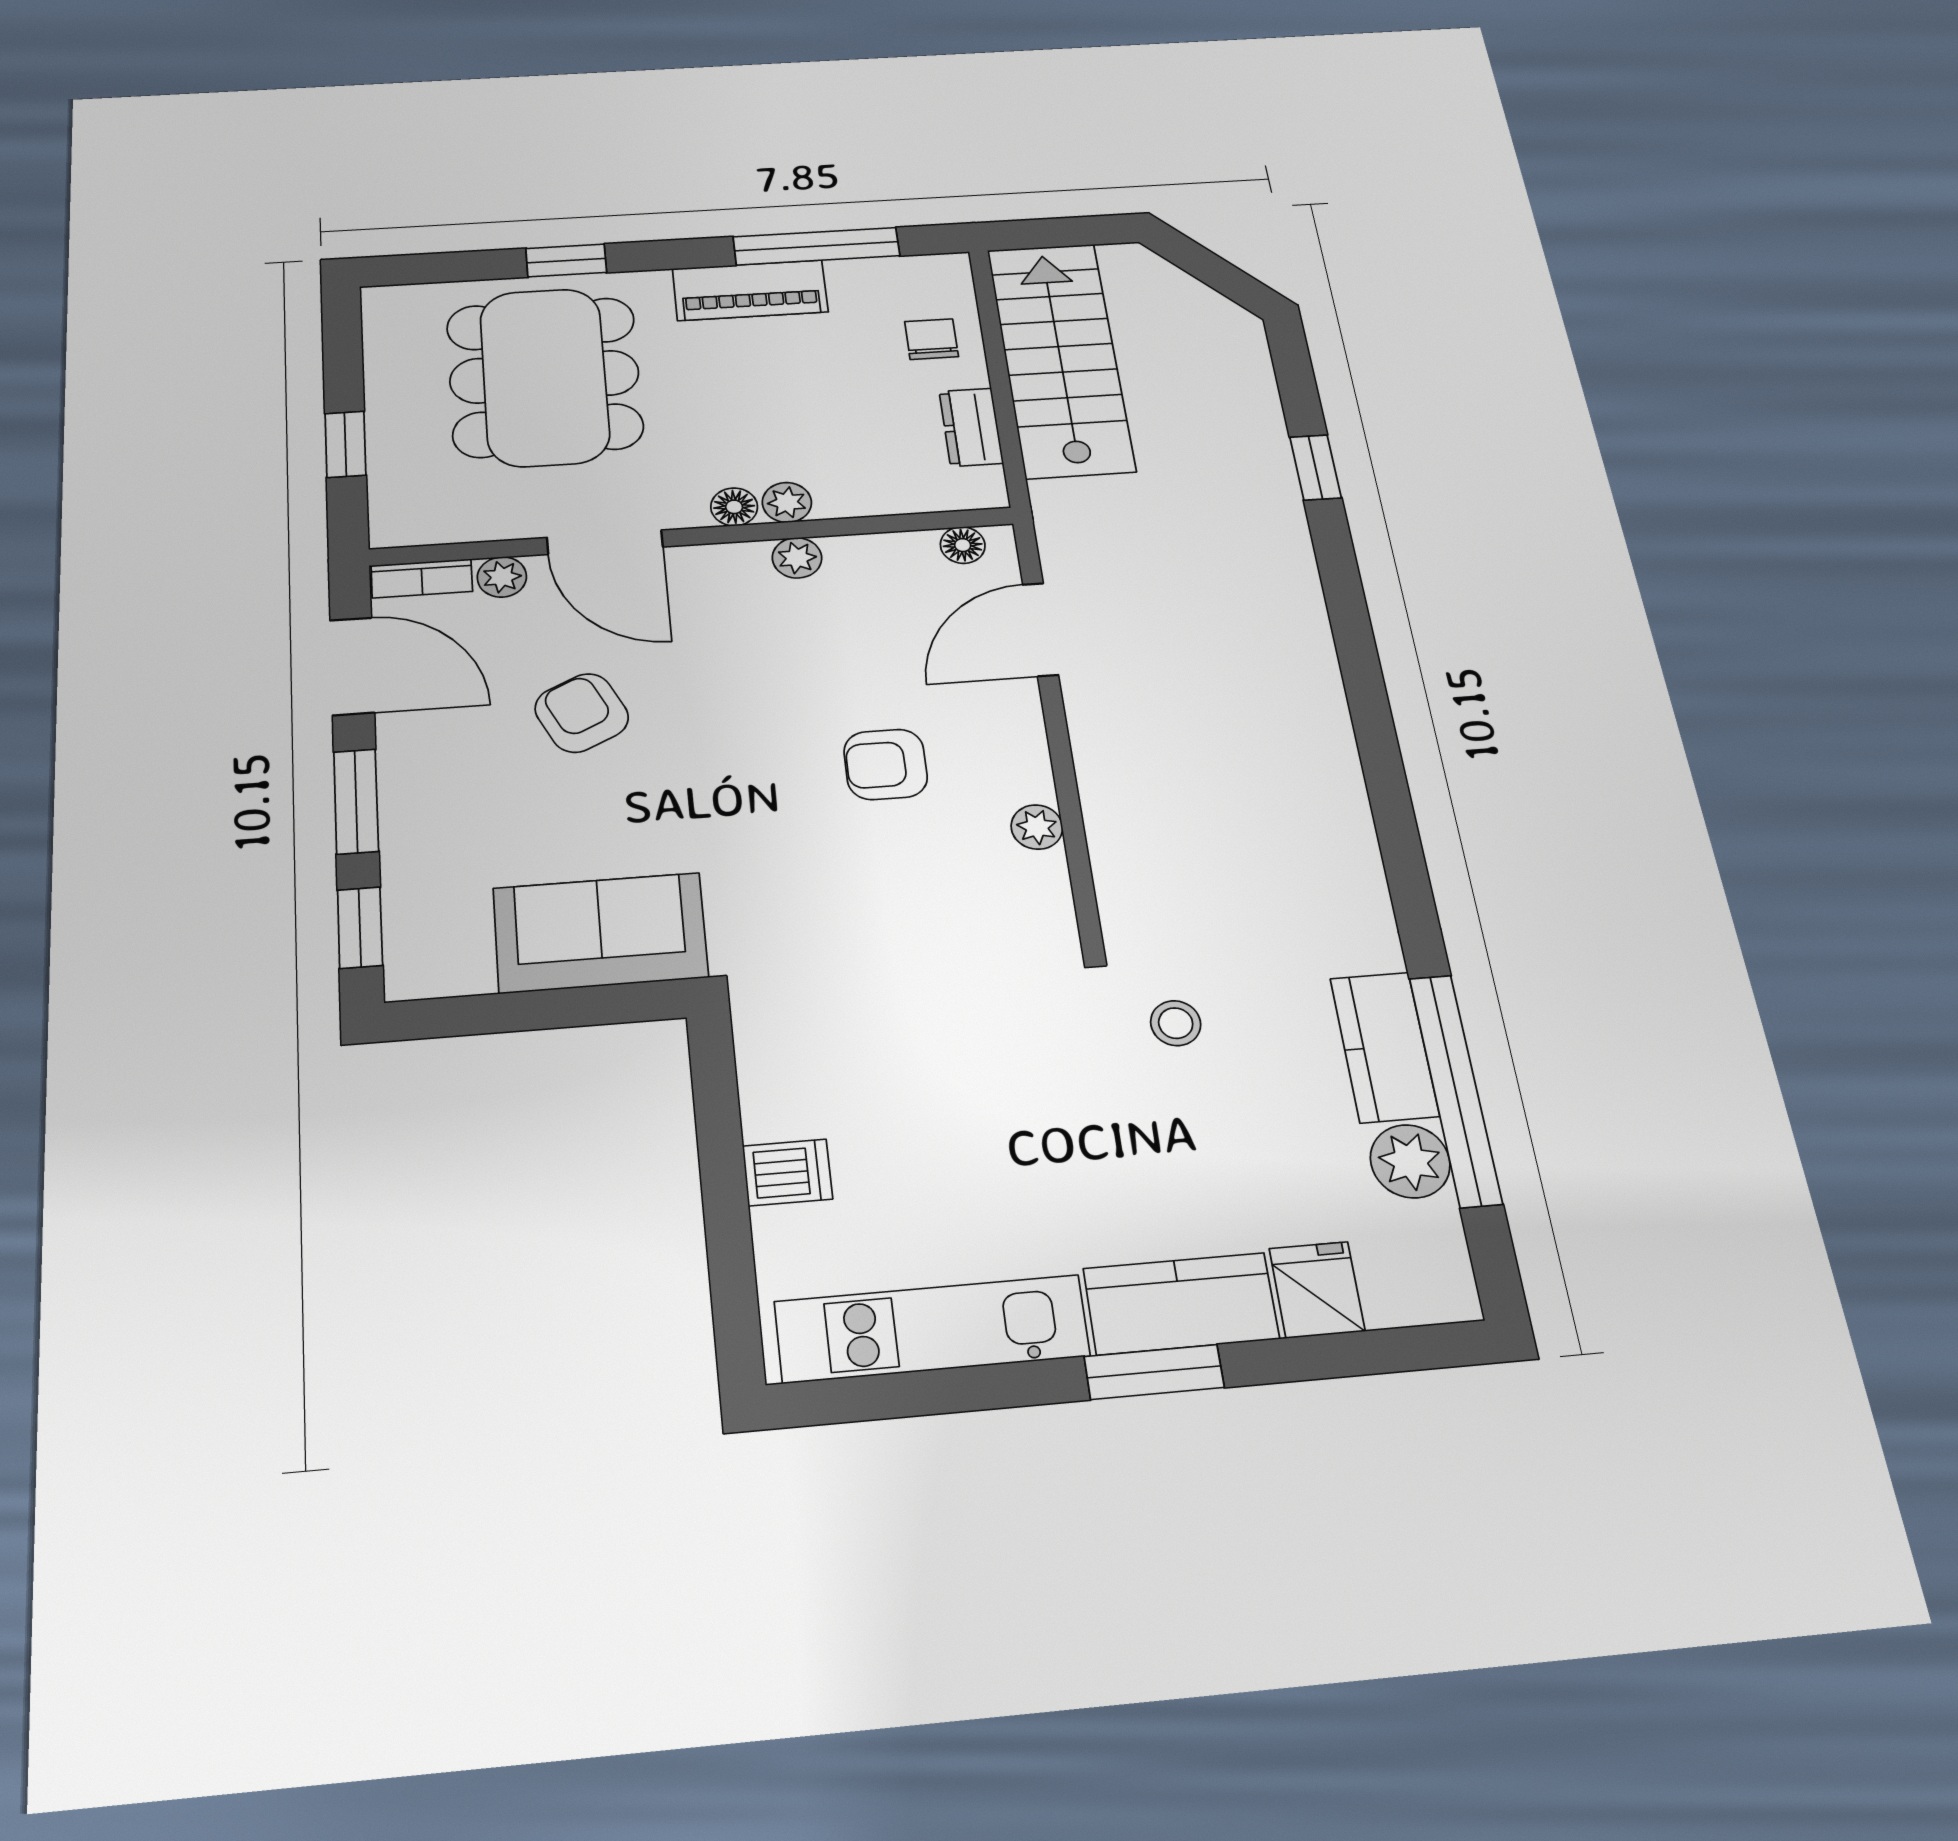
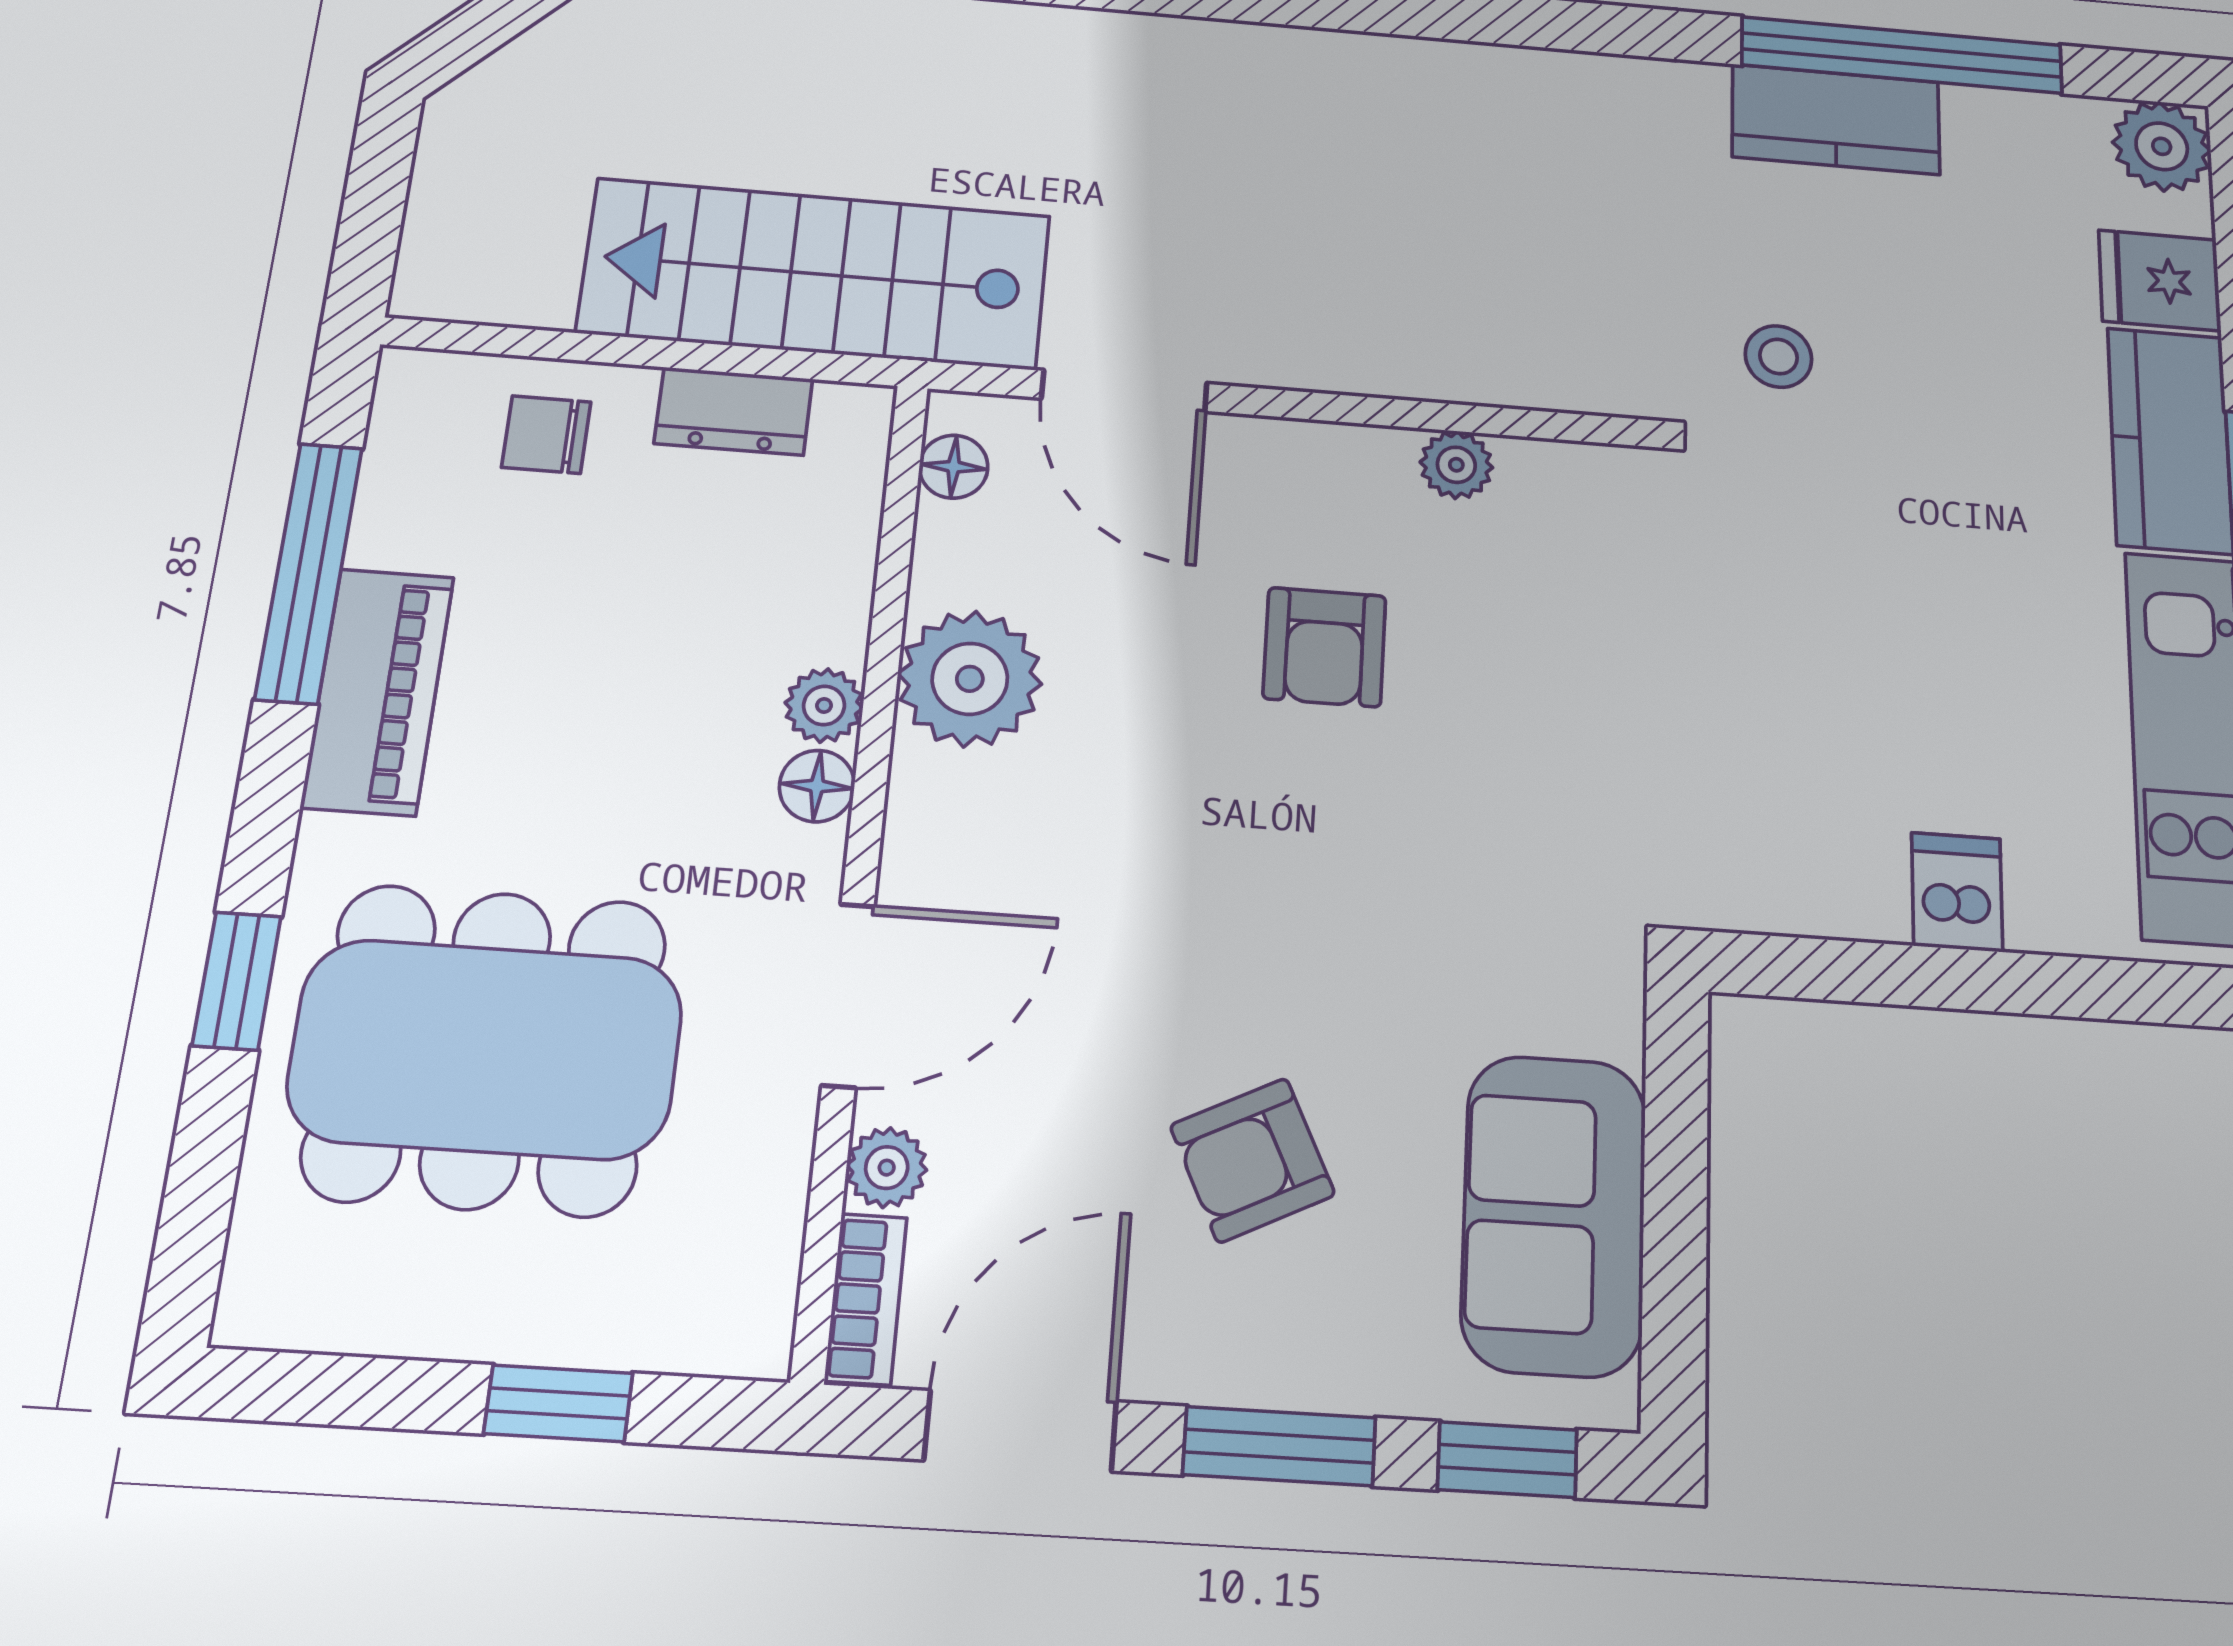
stairs: (1060, 359) -> (816, 274), moved
plant: (797, 558) -> (970, 679), width x1.87, depth x1.87
armchair: (582, 713) -> (1252, 1160), moved
sofa: (600, 933) -> (1554, 1215), moved
plant: (1410, 1161) -> (2162, 146), moved

